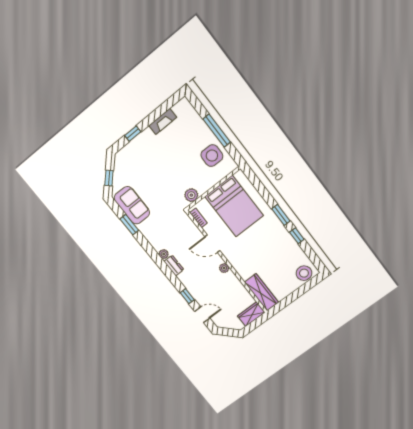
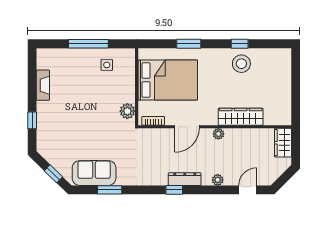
side table: (212, 156) -> (107, 65), width x0.54, depth x0.54
window: (281, 215) -> (189, 44), moved
plant: (164, 254) -> (218, 180), moved
dresser: (174, 266) -> (185, 179), width x1.44
stool: (304, 273) -> (241, 64), moved
wardrobe: (261, 292) -> (241, 117), moved
window: (187, 296) -> (174, 190), moved

